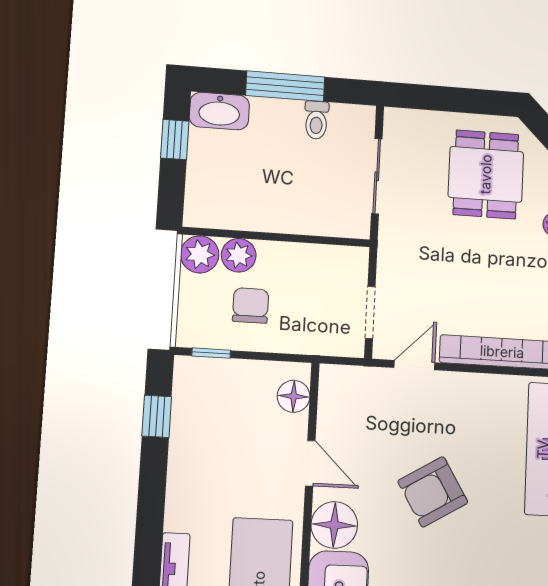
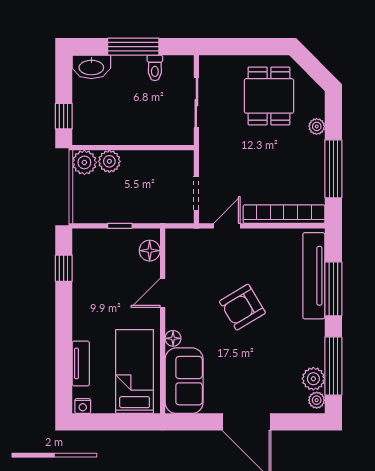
window: (175, 140) -> (64, 116), moved
chair: (251, 306) -> (119, 194), removed
window: (211, 353) -> (120, 226), moved
door: (310, 463) -> (163, 293), swing flipped
floor lamp: (334, 525) -> (173, 338), width x0.53, depth x0.53

